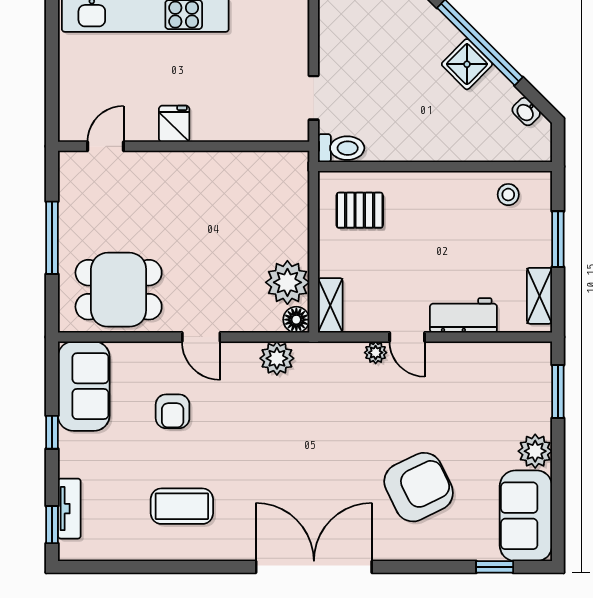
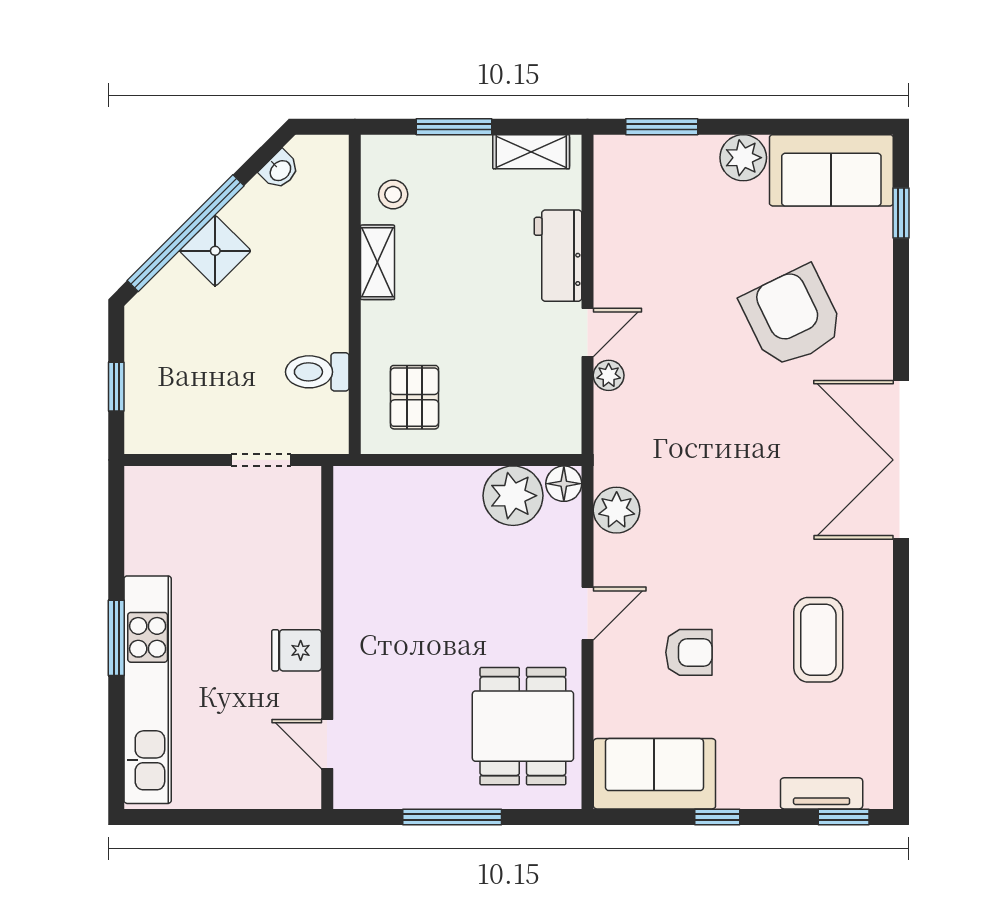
toilet: (341, 148) -> (317, 372), moved, turned -90
shelving: (330, 305) -> (378, 262), moved, turned 90

